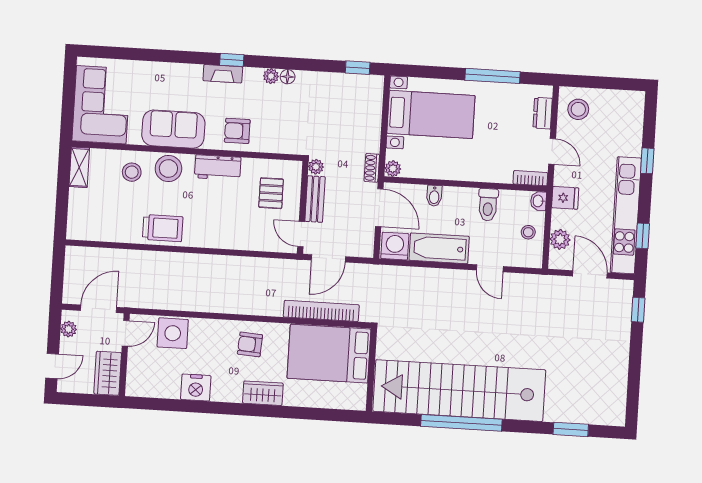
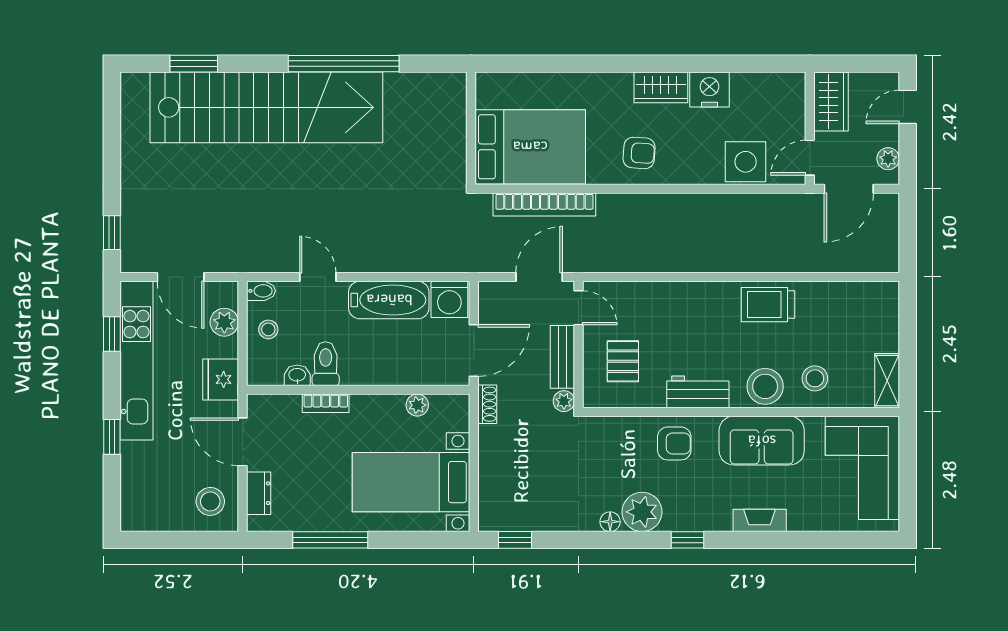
fireplace: (223, 74) -> (760, 520), moved
plant: (271, 76) -> (642, 512), width x1.87, depth x1.87
door: (552, 151) -> (243, 442), width x1.38
plant: (393, 169) -> (417, 405), moved
bookcase: (530, 178) -> (326, 403), moved
bidet: (434, 196) -> (261, 291), moved, turned 90
fridge: (565, 198) -> (221, 379), width x1.38
washbasin: (538, 201) -> (297, 375), moved, turned -90
door: (379, 208) -> (474, 350), swing flipped
stairs: (459, 391) -> (266, 107), moved
wardrobe: (263, 393) -> (661, 87), moved

